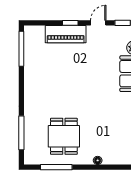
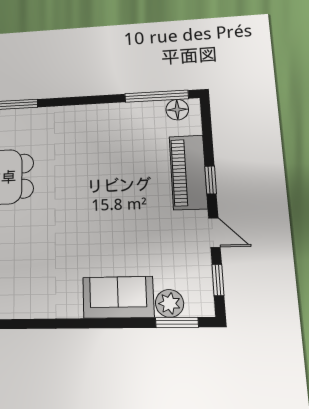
floor lamp: (30, 38) -> (177, 110), added

